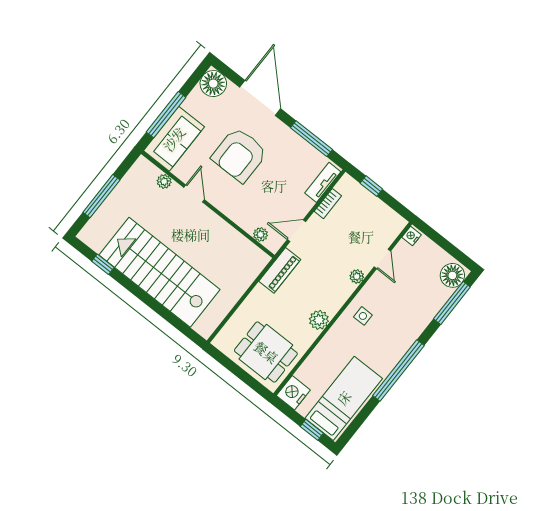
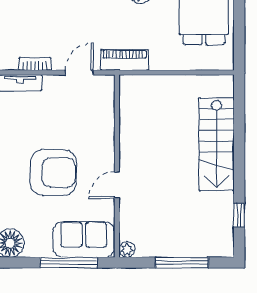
plant: (164, 181) -> (127, 250), moved
door: (296, 231) -> (79, 73), swing flipped
plant: (261, 235) -> (107, 101), removed
stairs: (160, 272) -> (216, 144), width x0.73, depth x0.66

